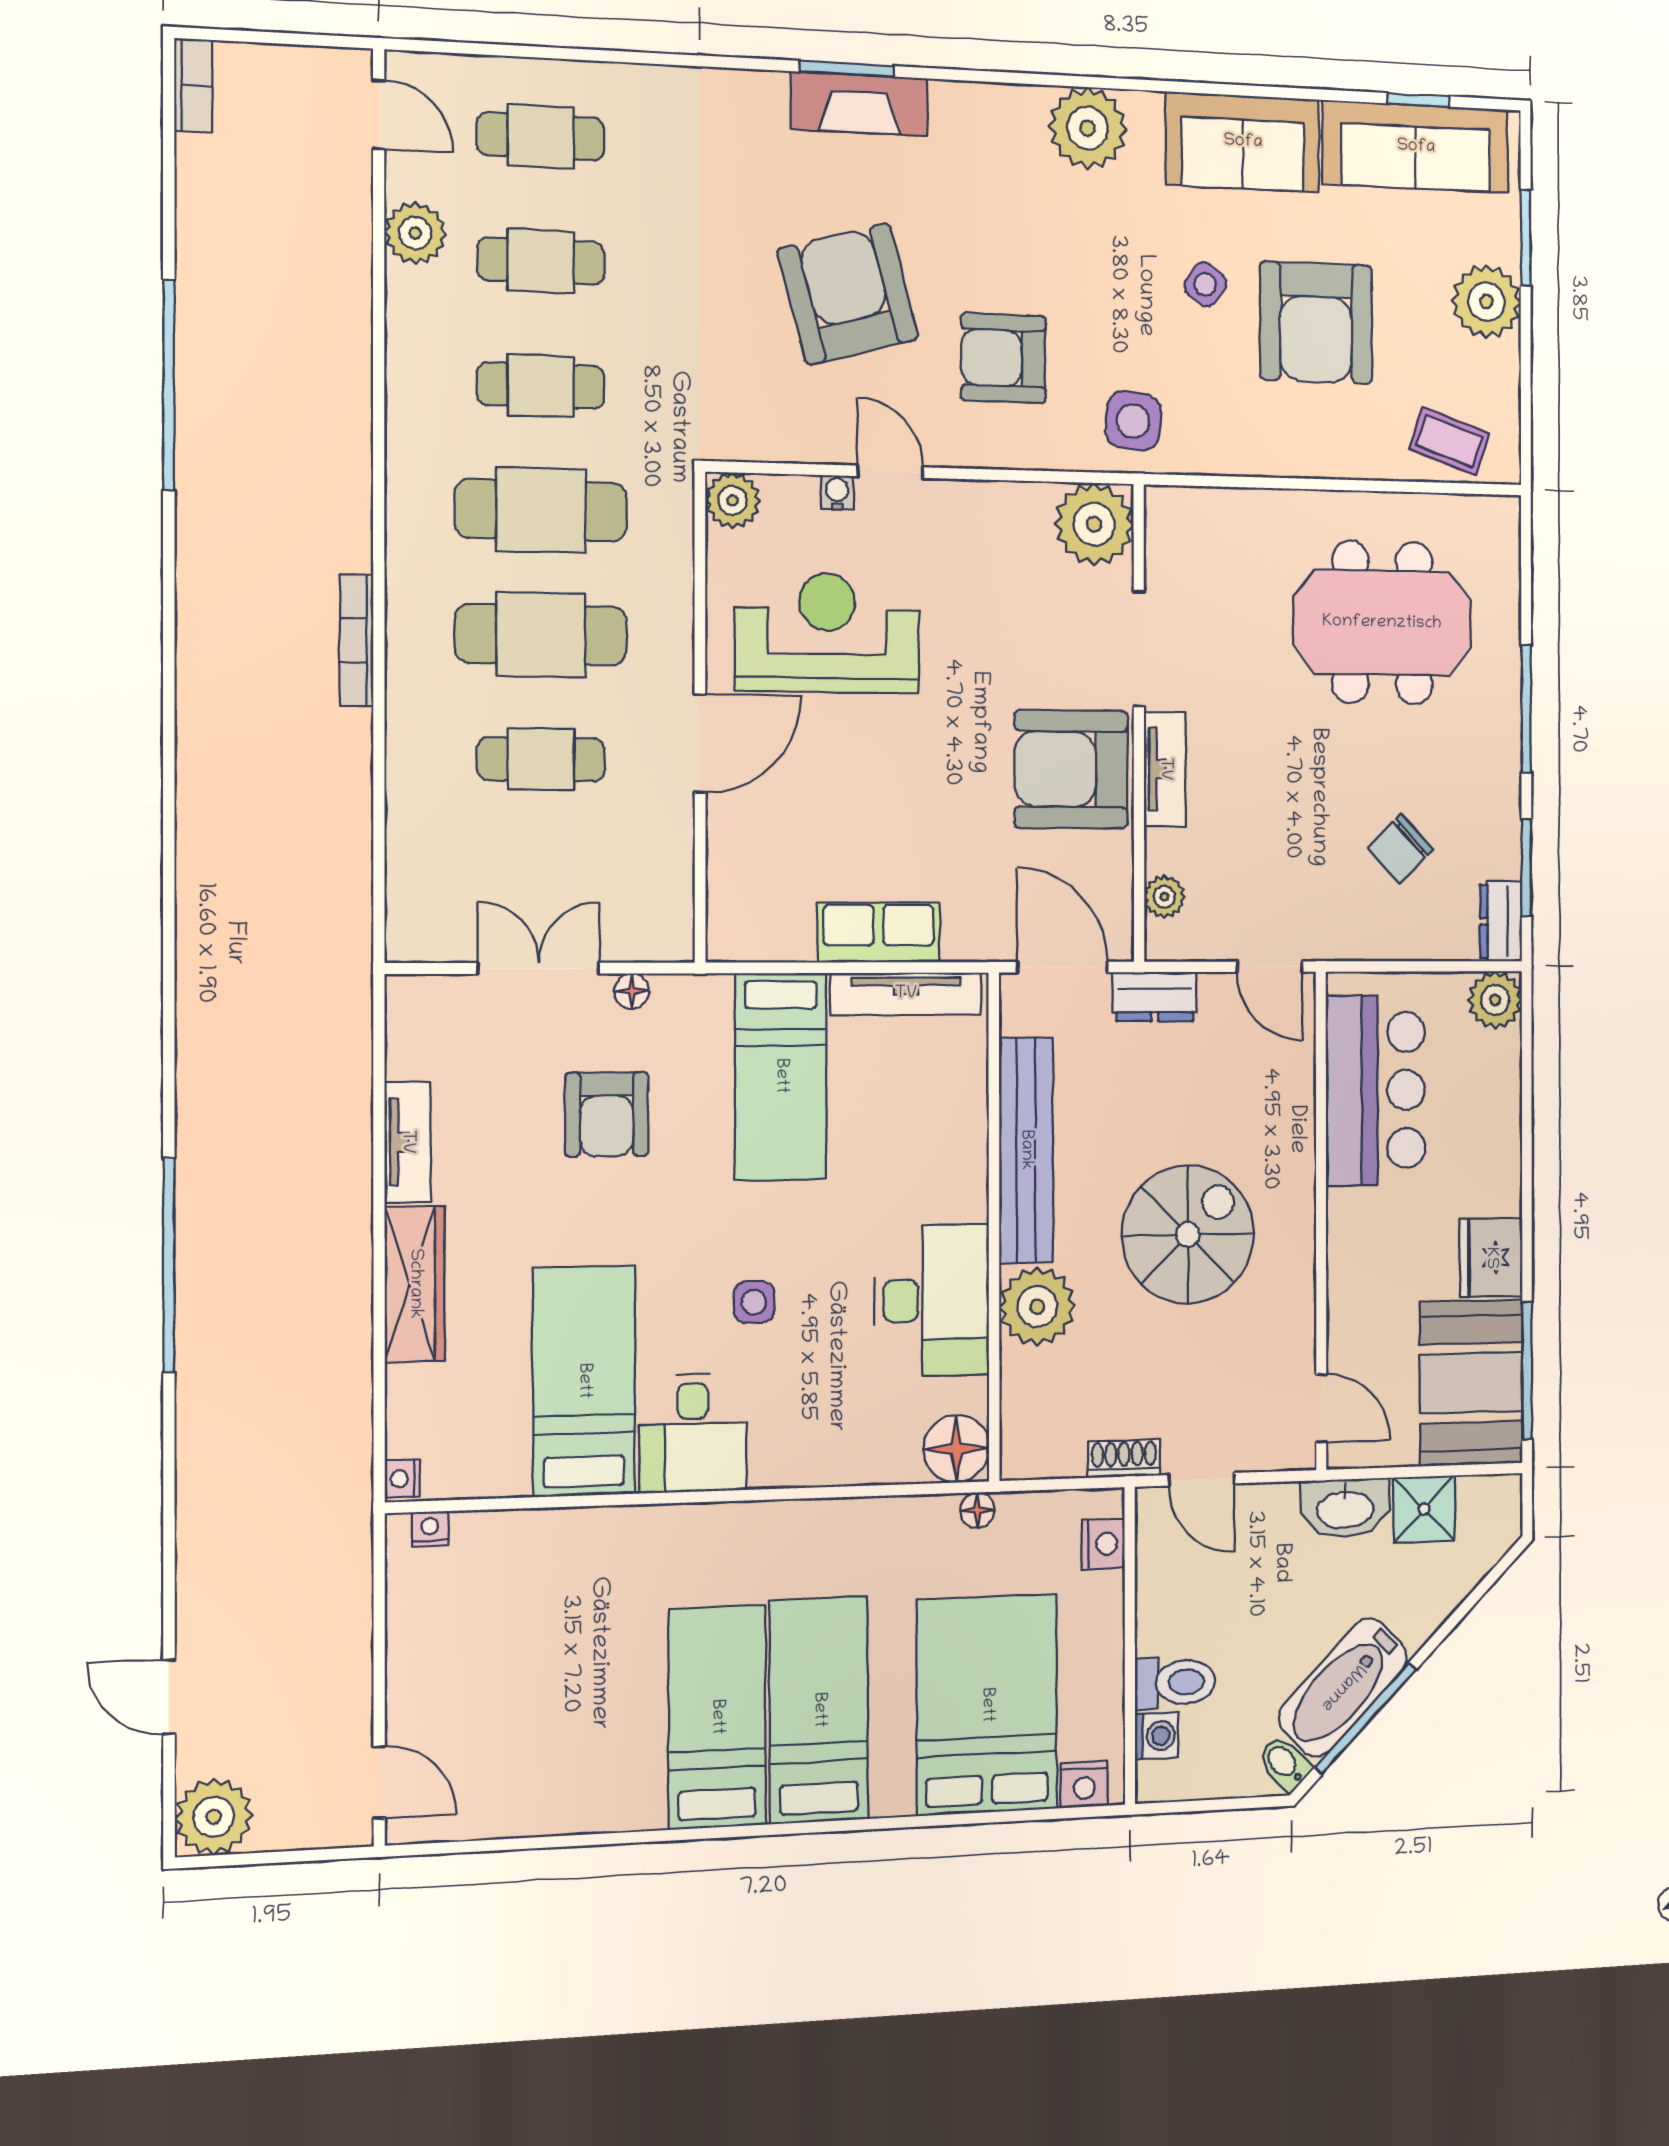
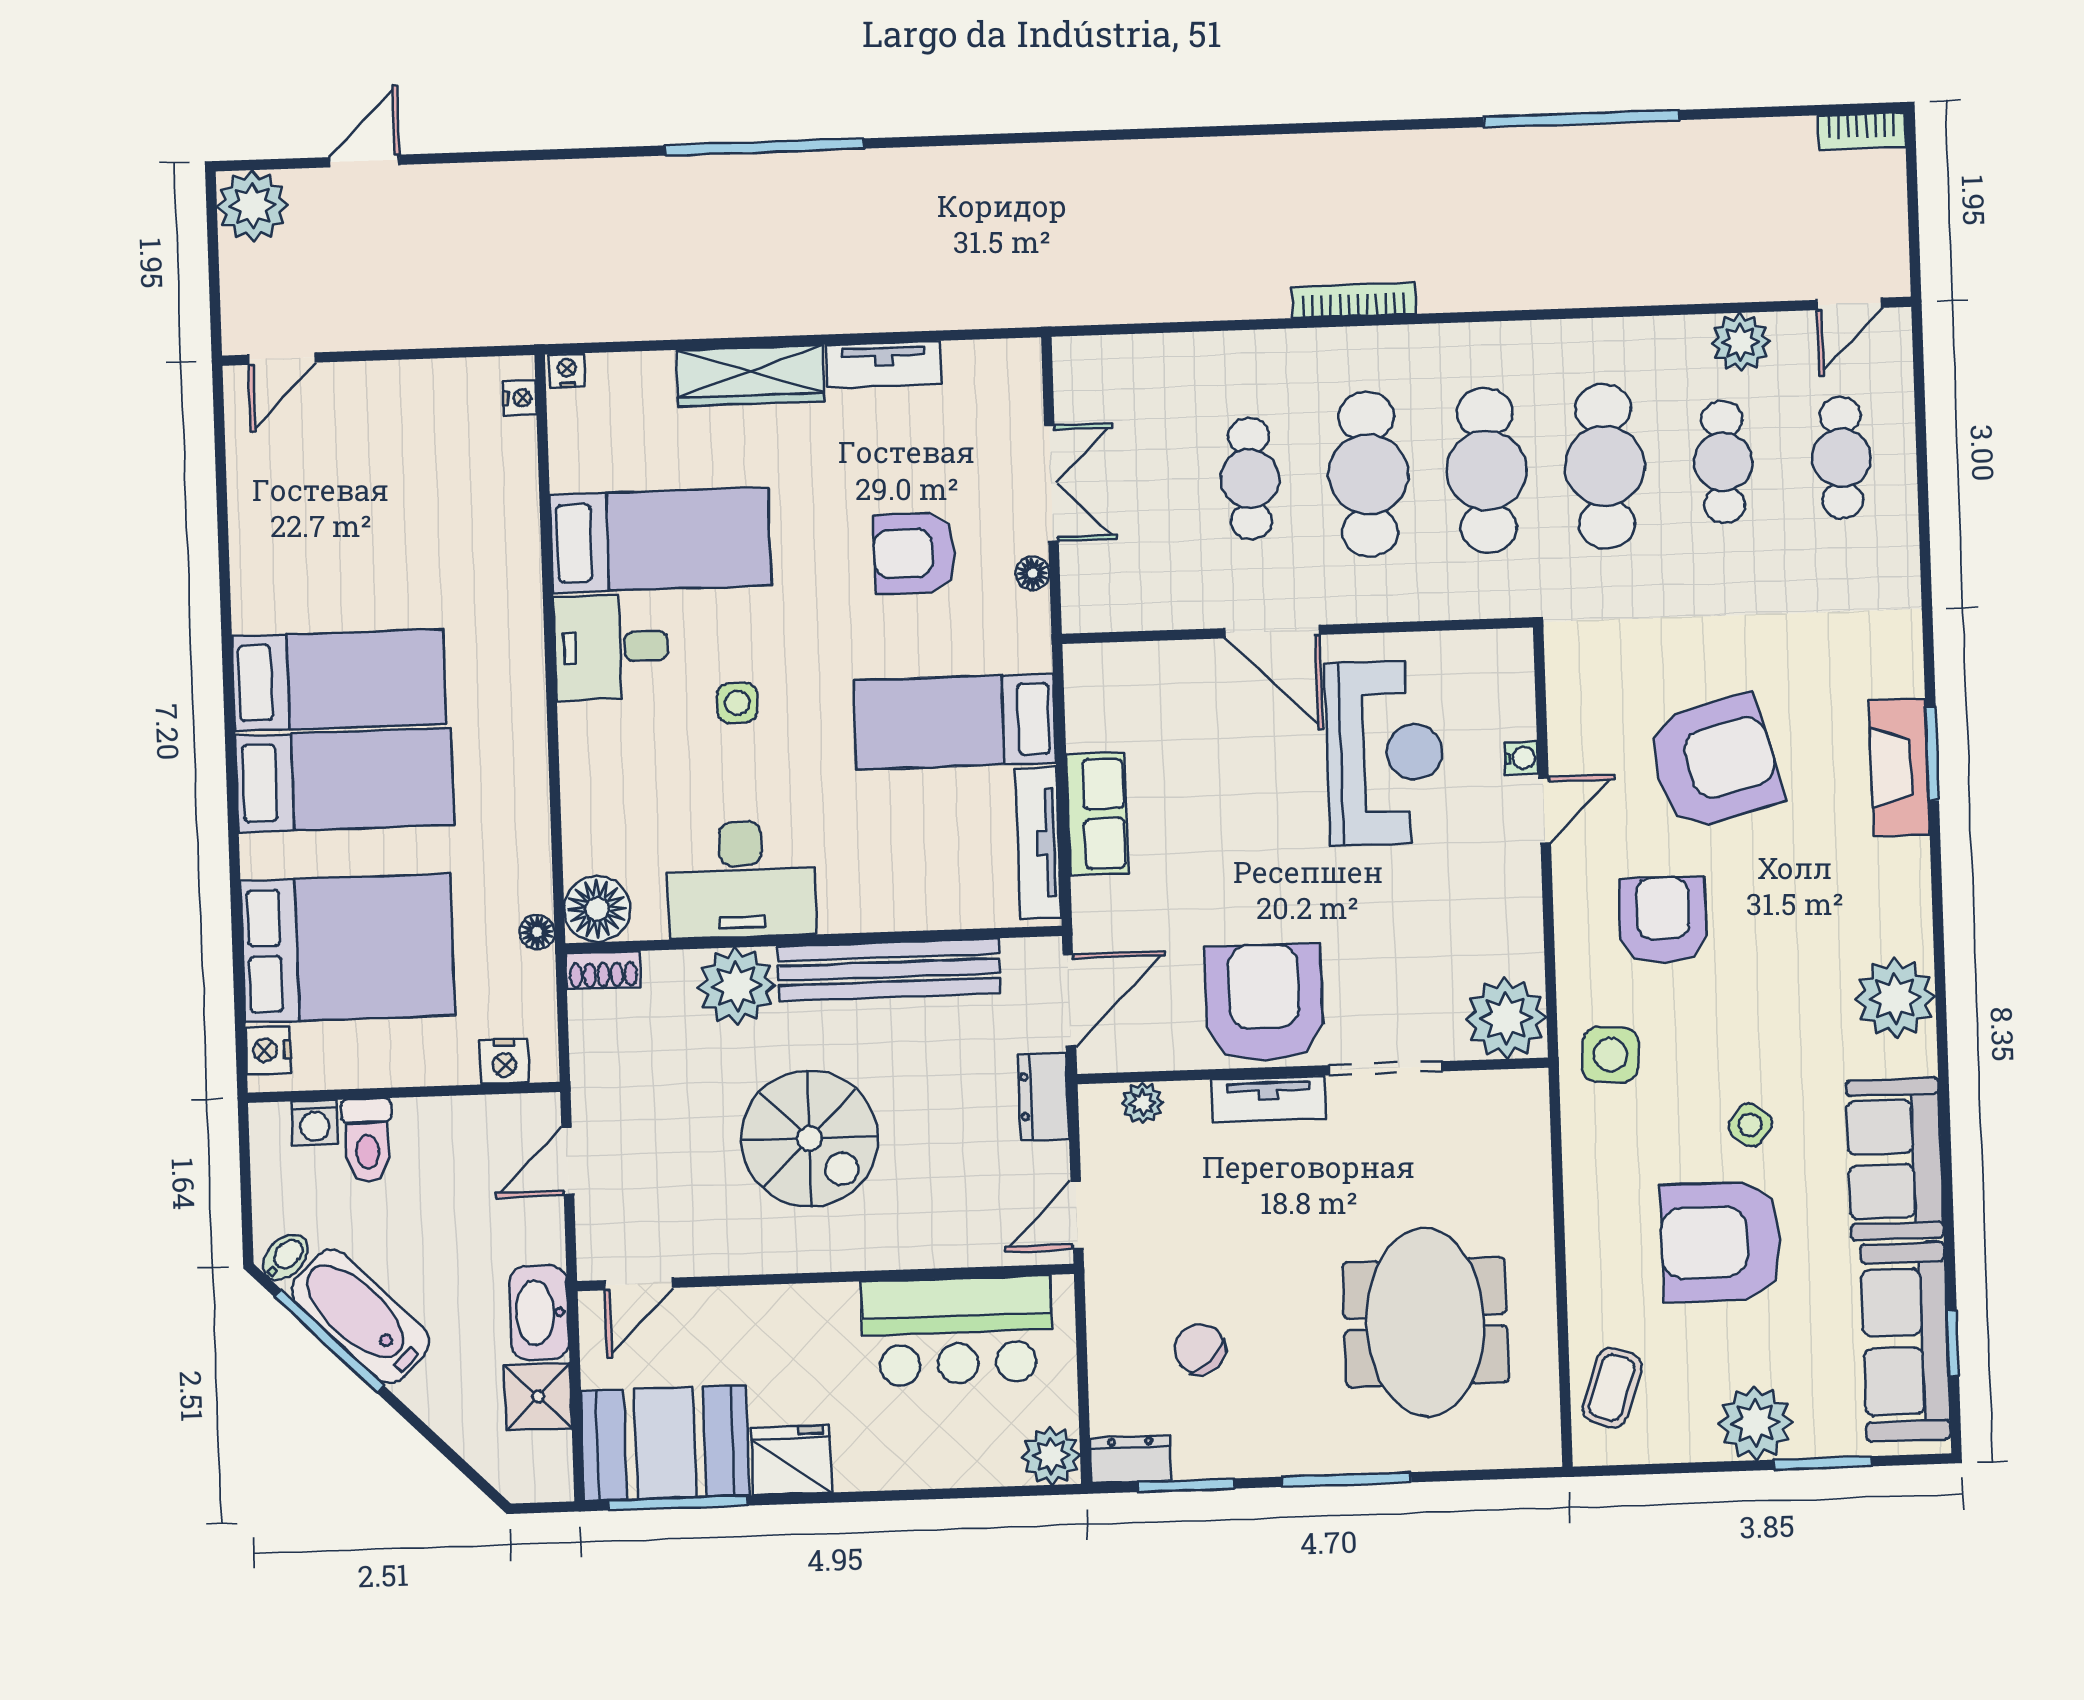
cafe table: (541, 386) -> (1605, 466), width x1.37, depth x1.35
plant: (733, 500) -> (1507, 655), removed
shoe rack: (1124, 1459) -> (603, 970), moved, turned 90

